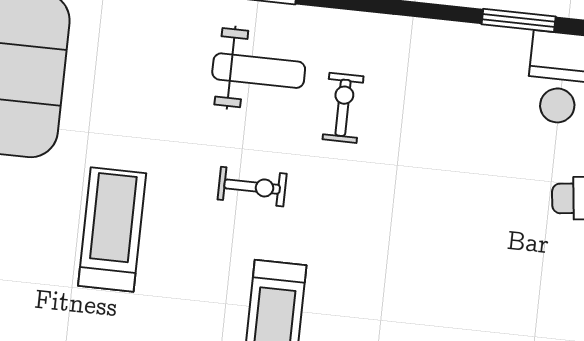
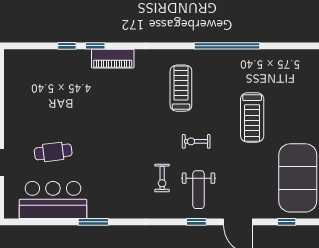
weight bench: (259, 71) -> (199, 190), turned -90

